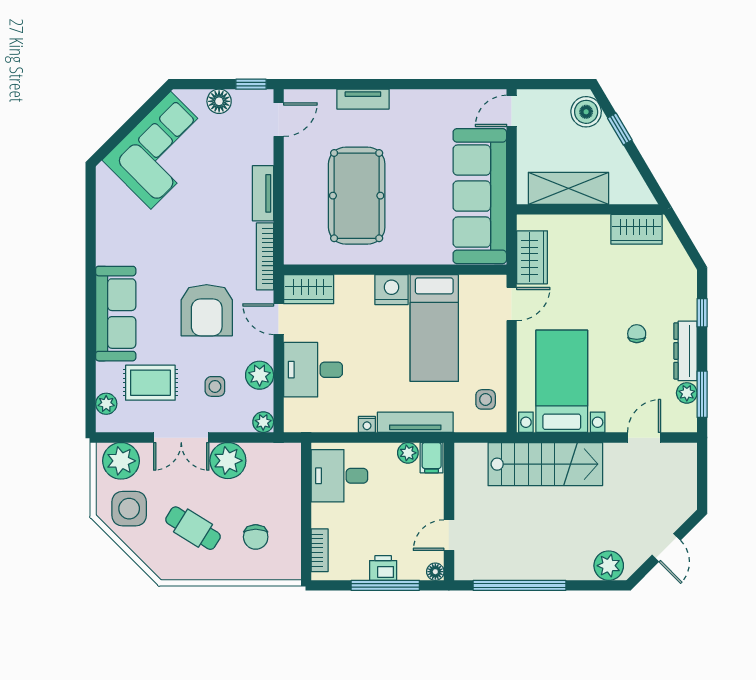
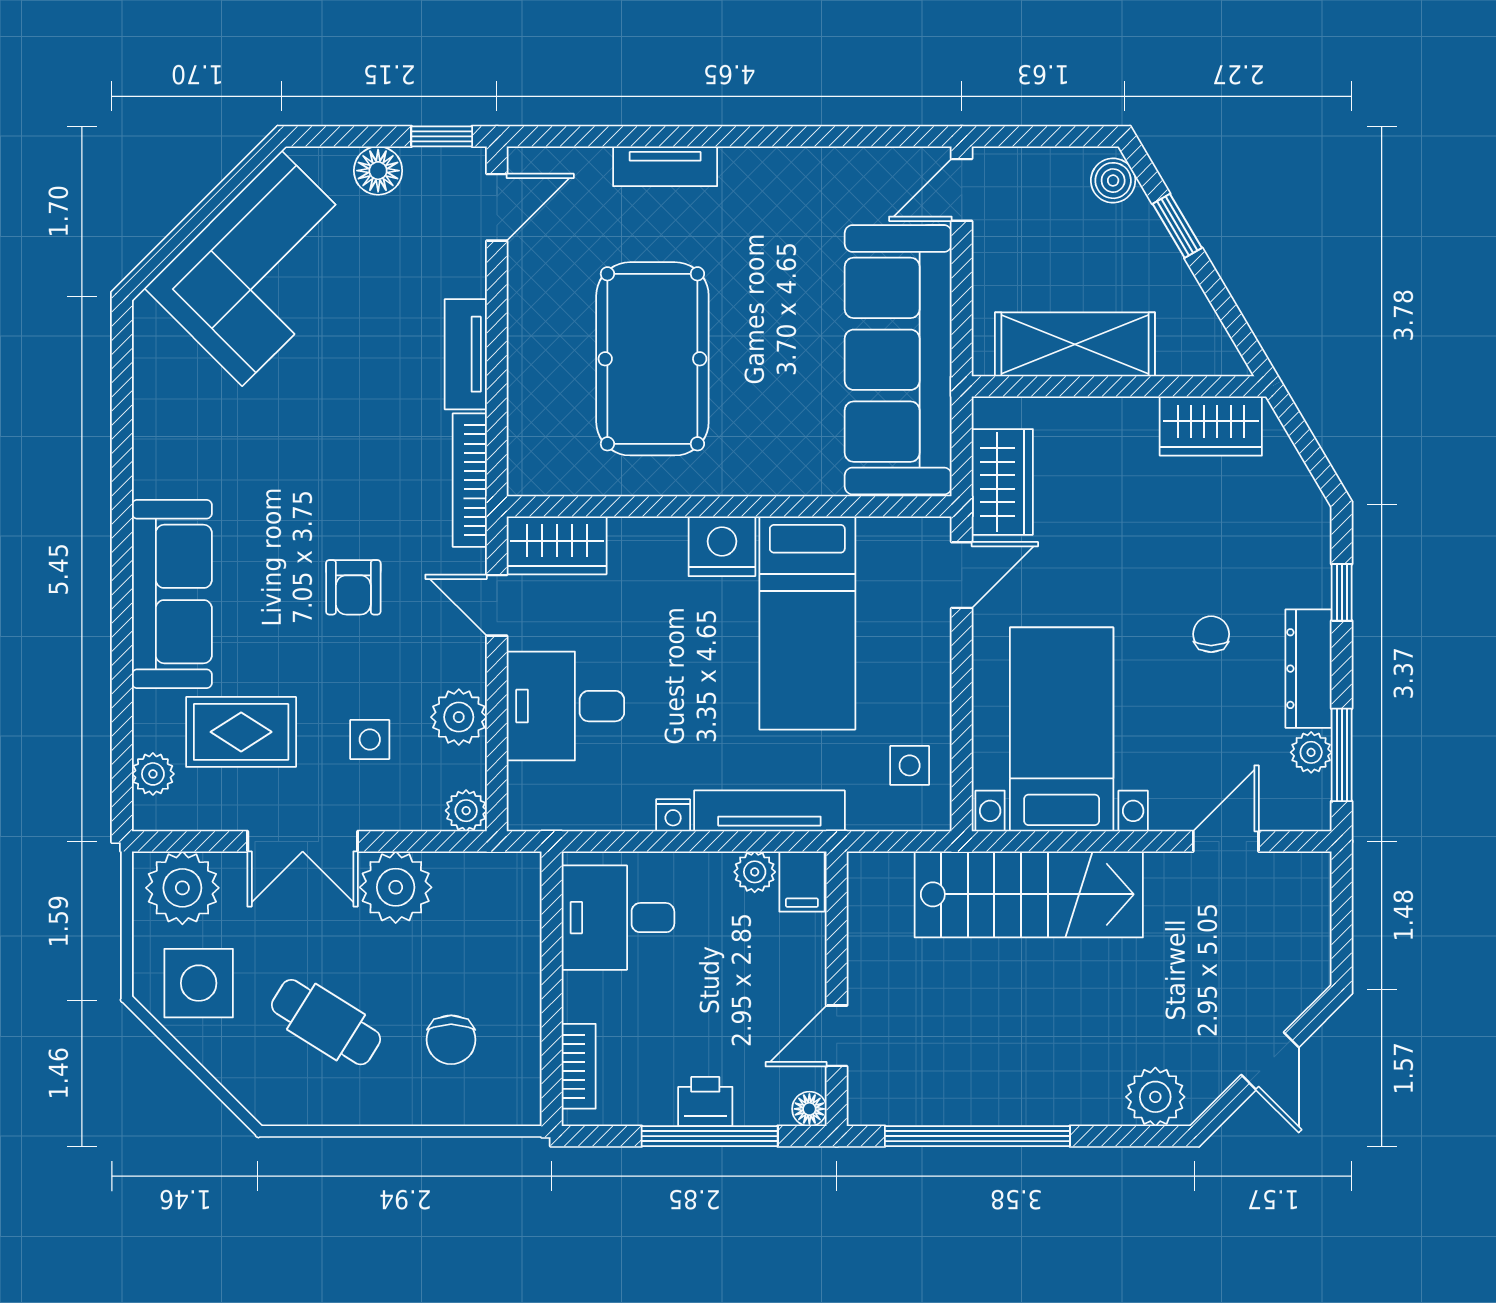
boiler: (586, 112) -> (1113, 181), width x0.73, depth x0.73
armchair: (207, 310) -> (353, 587), width x0.53, depth x0.53

